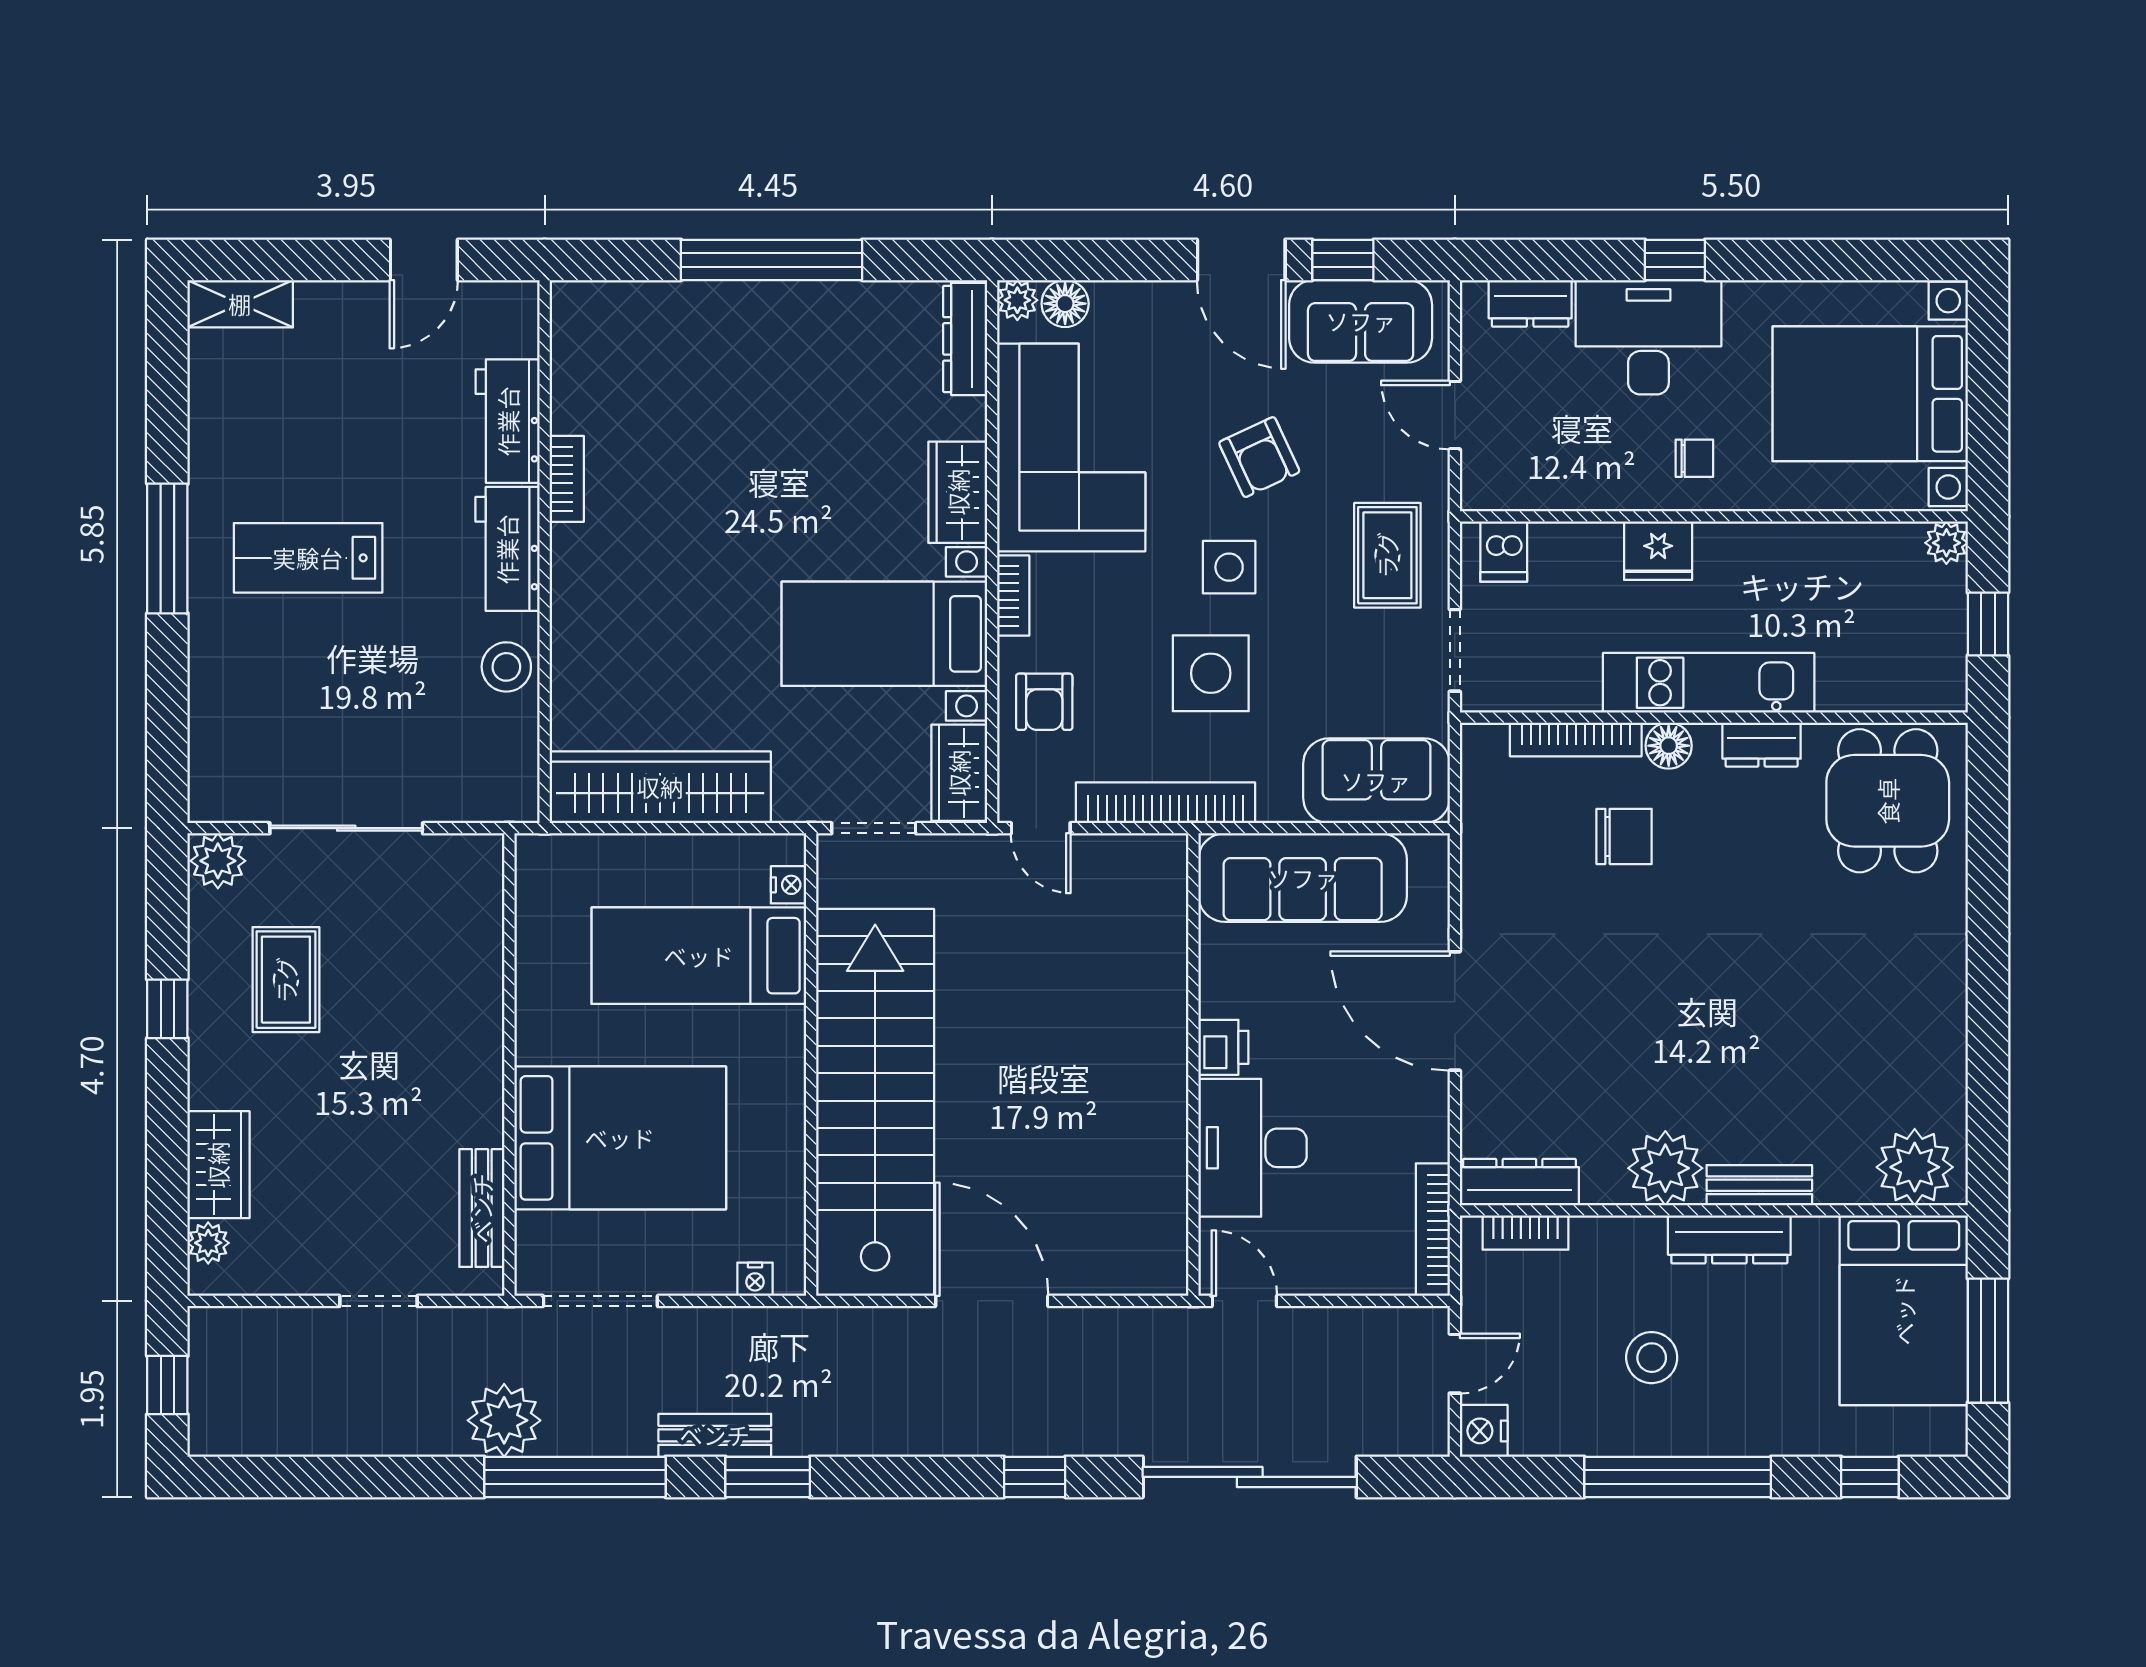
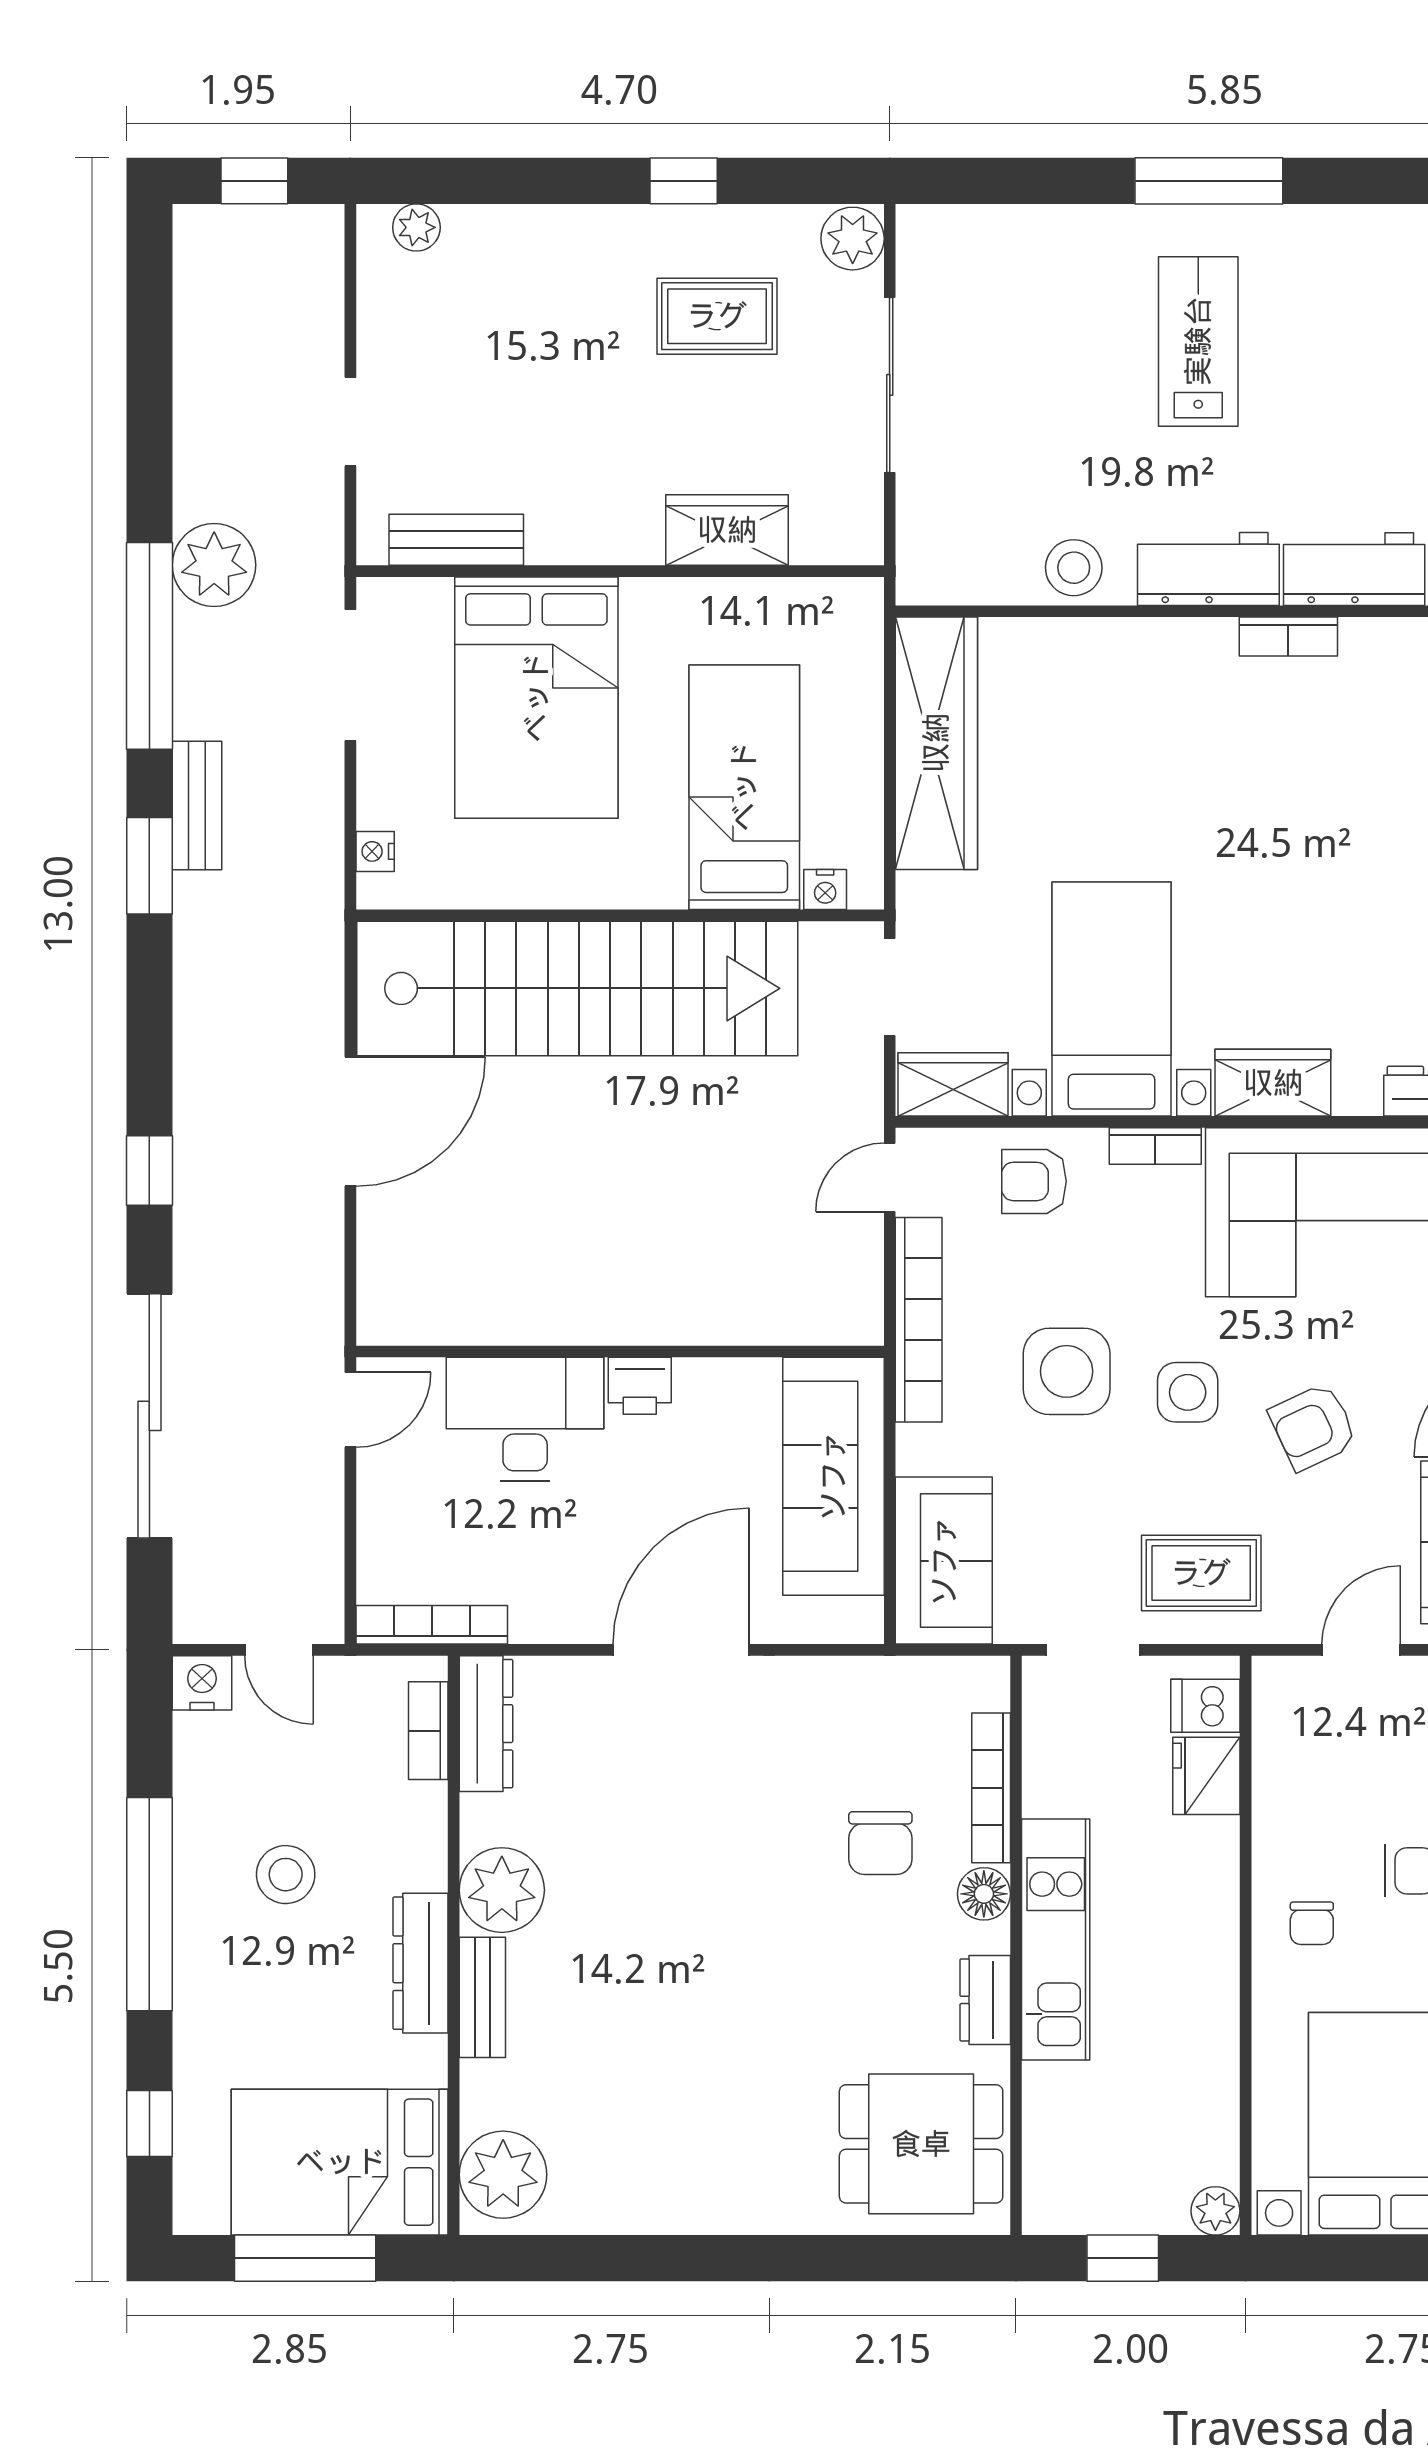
fridge: (1658, 551) -> (1206, 1776), moved
wardrobe: (218, 1165) -> (727, 530), moved, turned 180

